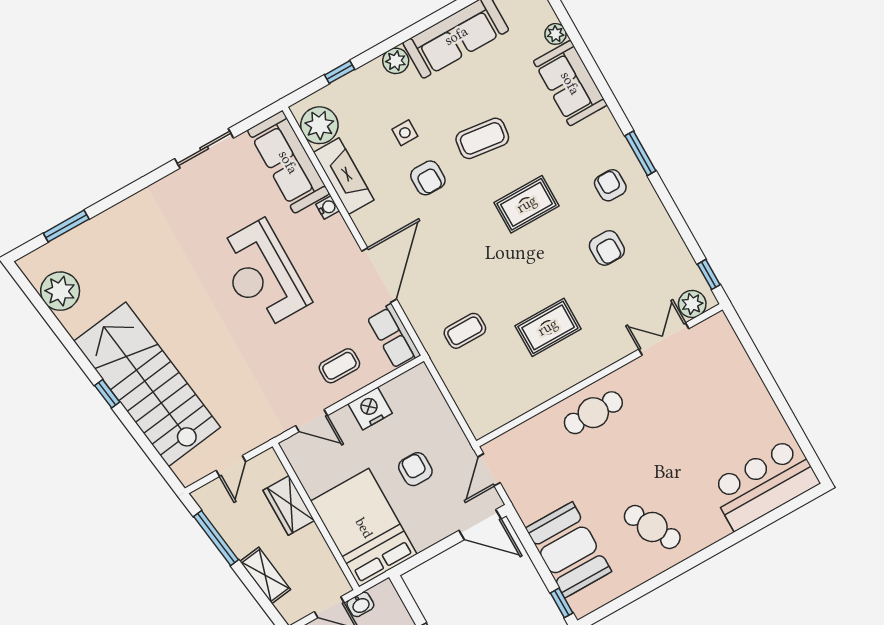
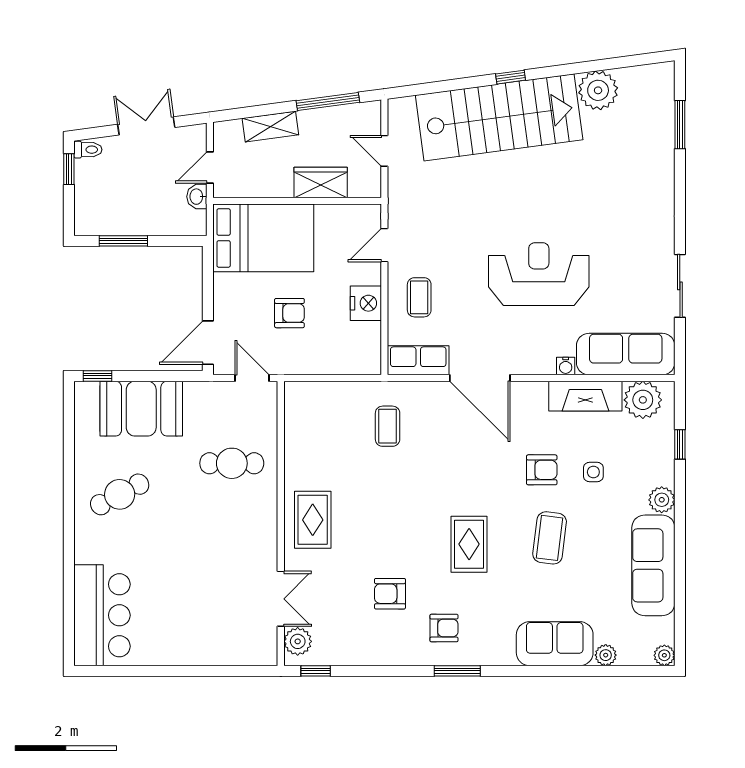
armchair: (428, 178) -> (542, 470), turned 180
plant: (60, 291) -> (598, 90), moved
rug: (548, 327) -> (313, 520), moved
cafe table: (593, 413) -> (232, 463), moved, turned 90

